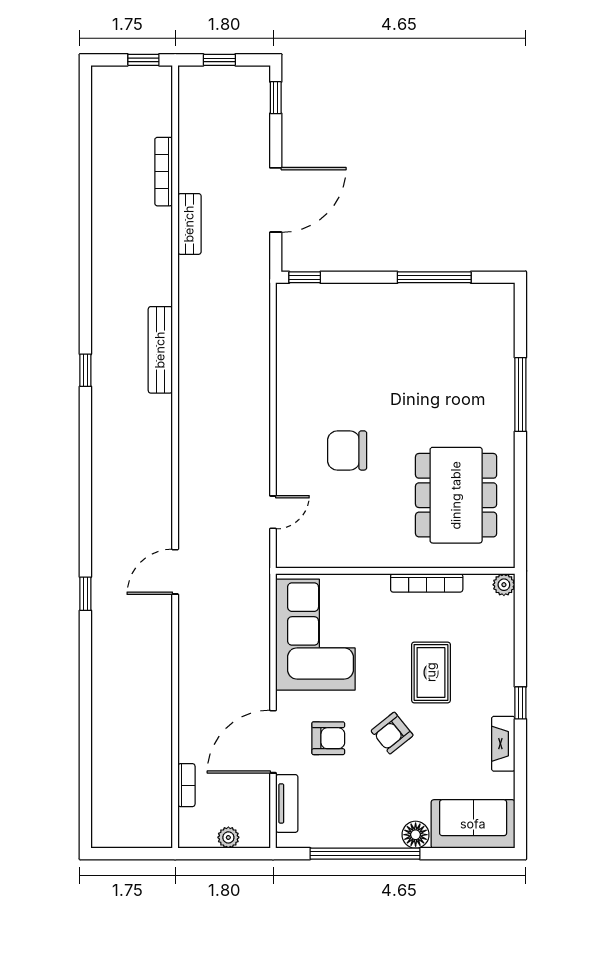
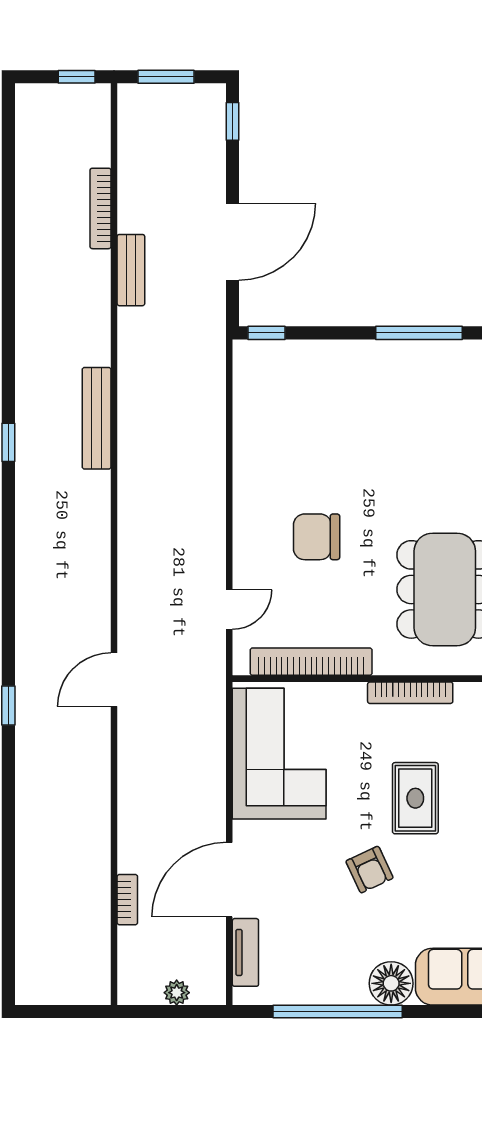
window: (219, 60) -> (166, 77), width x1.50
bookcase: (343, 556) -> (311, 662), added
armchair: (392, 733) -> (370, 870), turned -76
armchair: (328, 738) -> (294, 876), removed
bookcase: (186, 785) -> (127, 900), moved
floor lamp: (416, 835) -> (391, 983), width x1.38, depth x1.38

